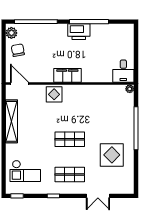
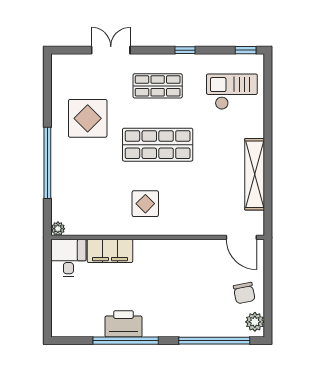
printer: (79, 32) -> (124, 324), moved
filing cabinet: (67, 75) -> (110, 251), moved
display table: (54, 94) -> (145, 204), moved
shop shelf: (70, 139) -> (158, 145), width x1.43, depth x1.36

